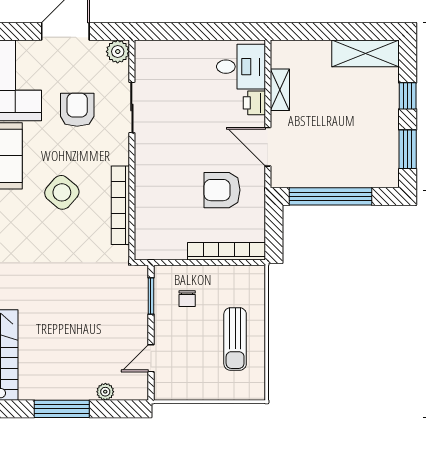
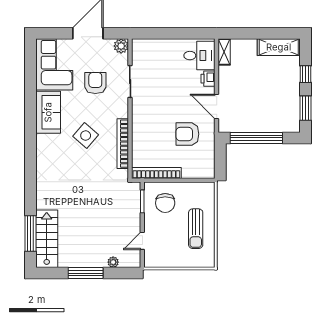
shelving: (280, 90) -> (224, 52), moved
bookcase: (227, 251) -> (156, 173), moved
chair: (187, 299) -> (165, 203), width x1.87, depth x1.87

